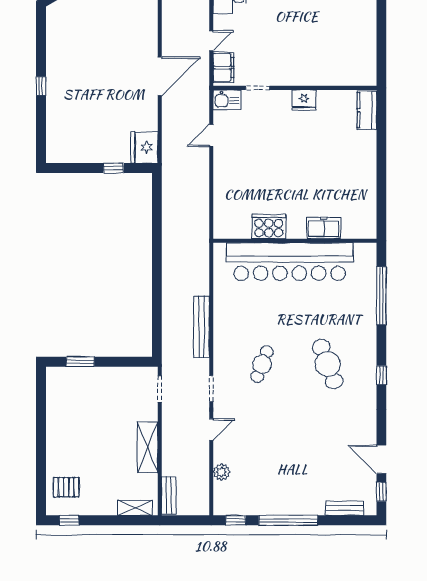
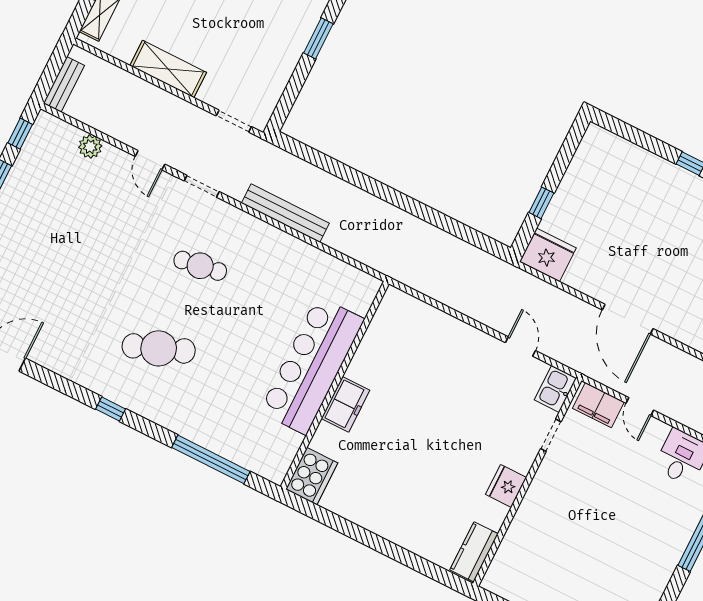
kitchen counter: (367, 110) -> (474, 552), moved, turned -90
cooker: (269, 226) -> (312, 476), moved
freezer: (324, 228) -> (346, 404), moved
bar counter: (290, 262) -> (312, 365), width x0.73
cafe table: (262, 364) -> (200, 266), turned -30
bench: (169, 495) -> (64, 84), moved, turned 90

